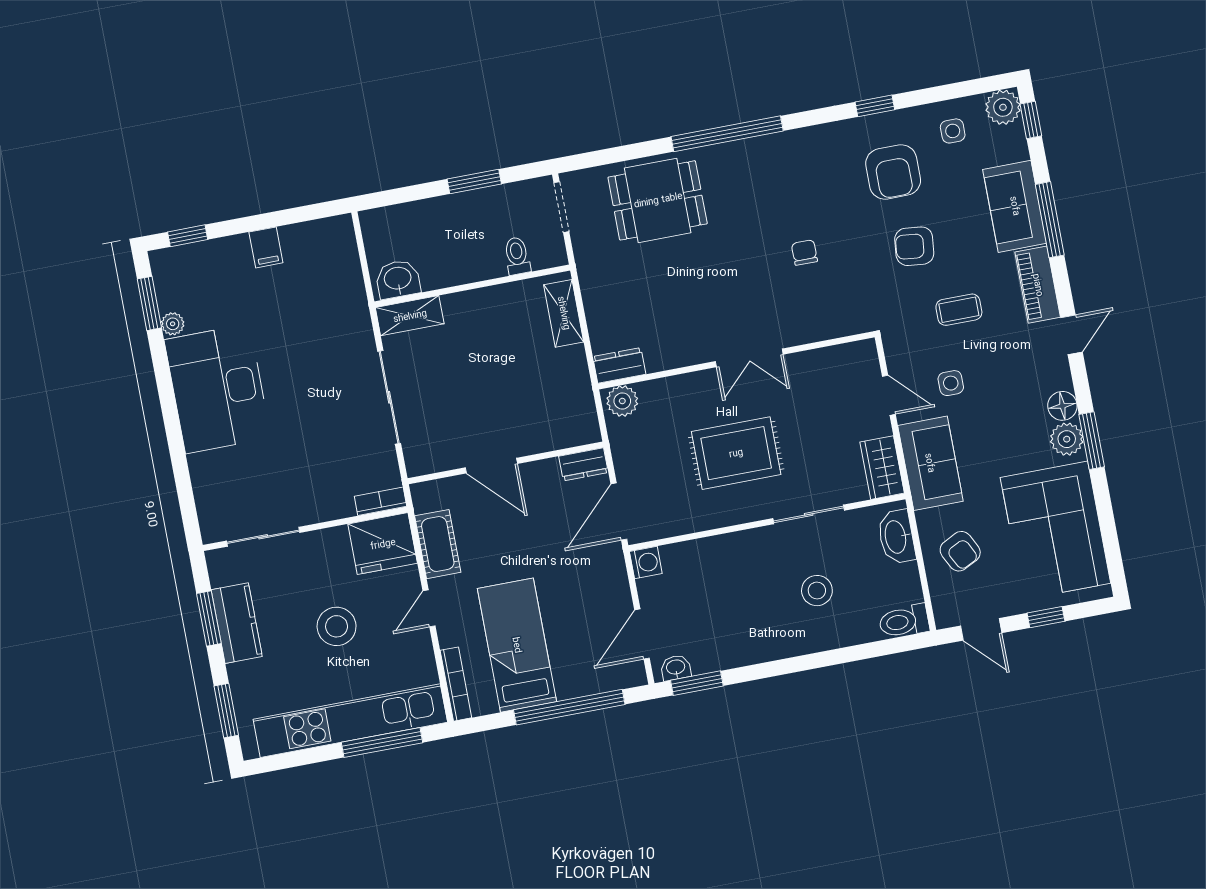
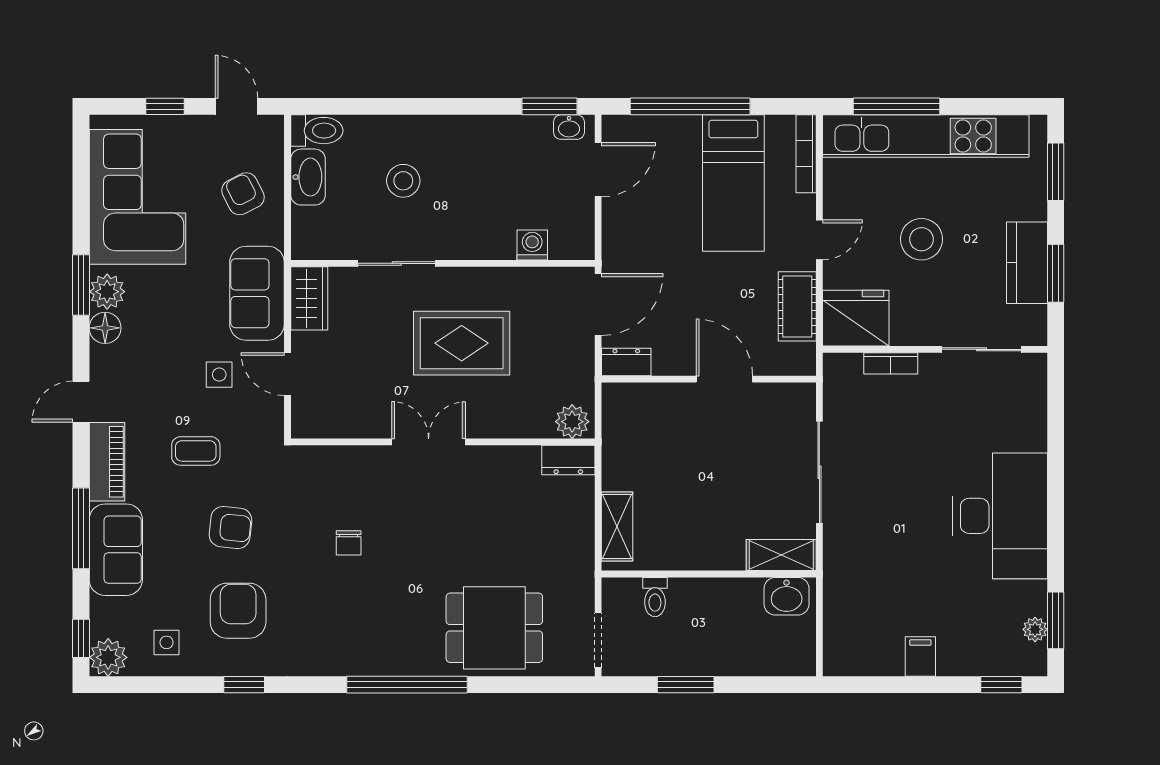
plant: (173, 324) -> (1035, 629), moved
bookcase: (380, 501) -> (891, 363), moved
washbasin: (896, 537) -> (308, 177), moved
washing machine: (646, 563) -> (532, 245), moved, turned 90

